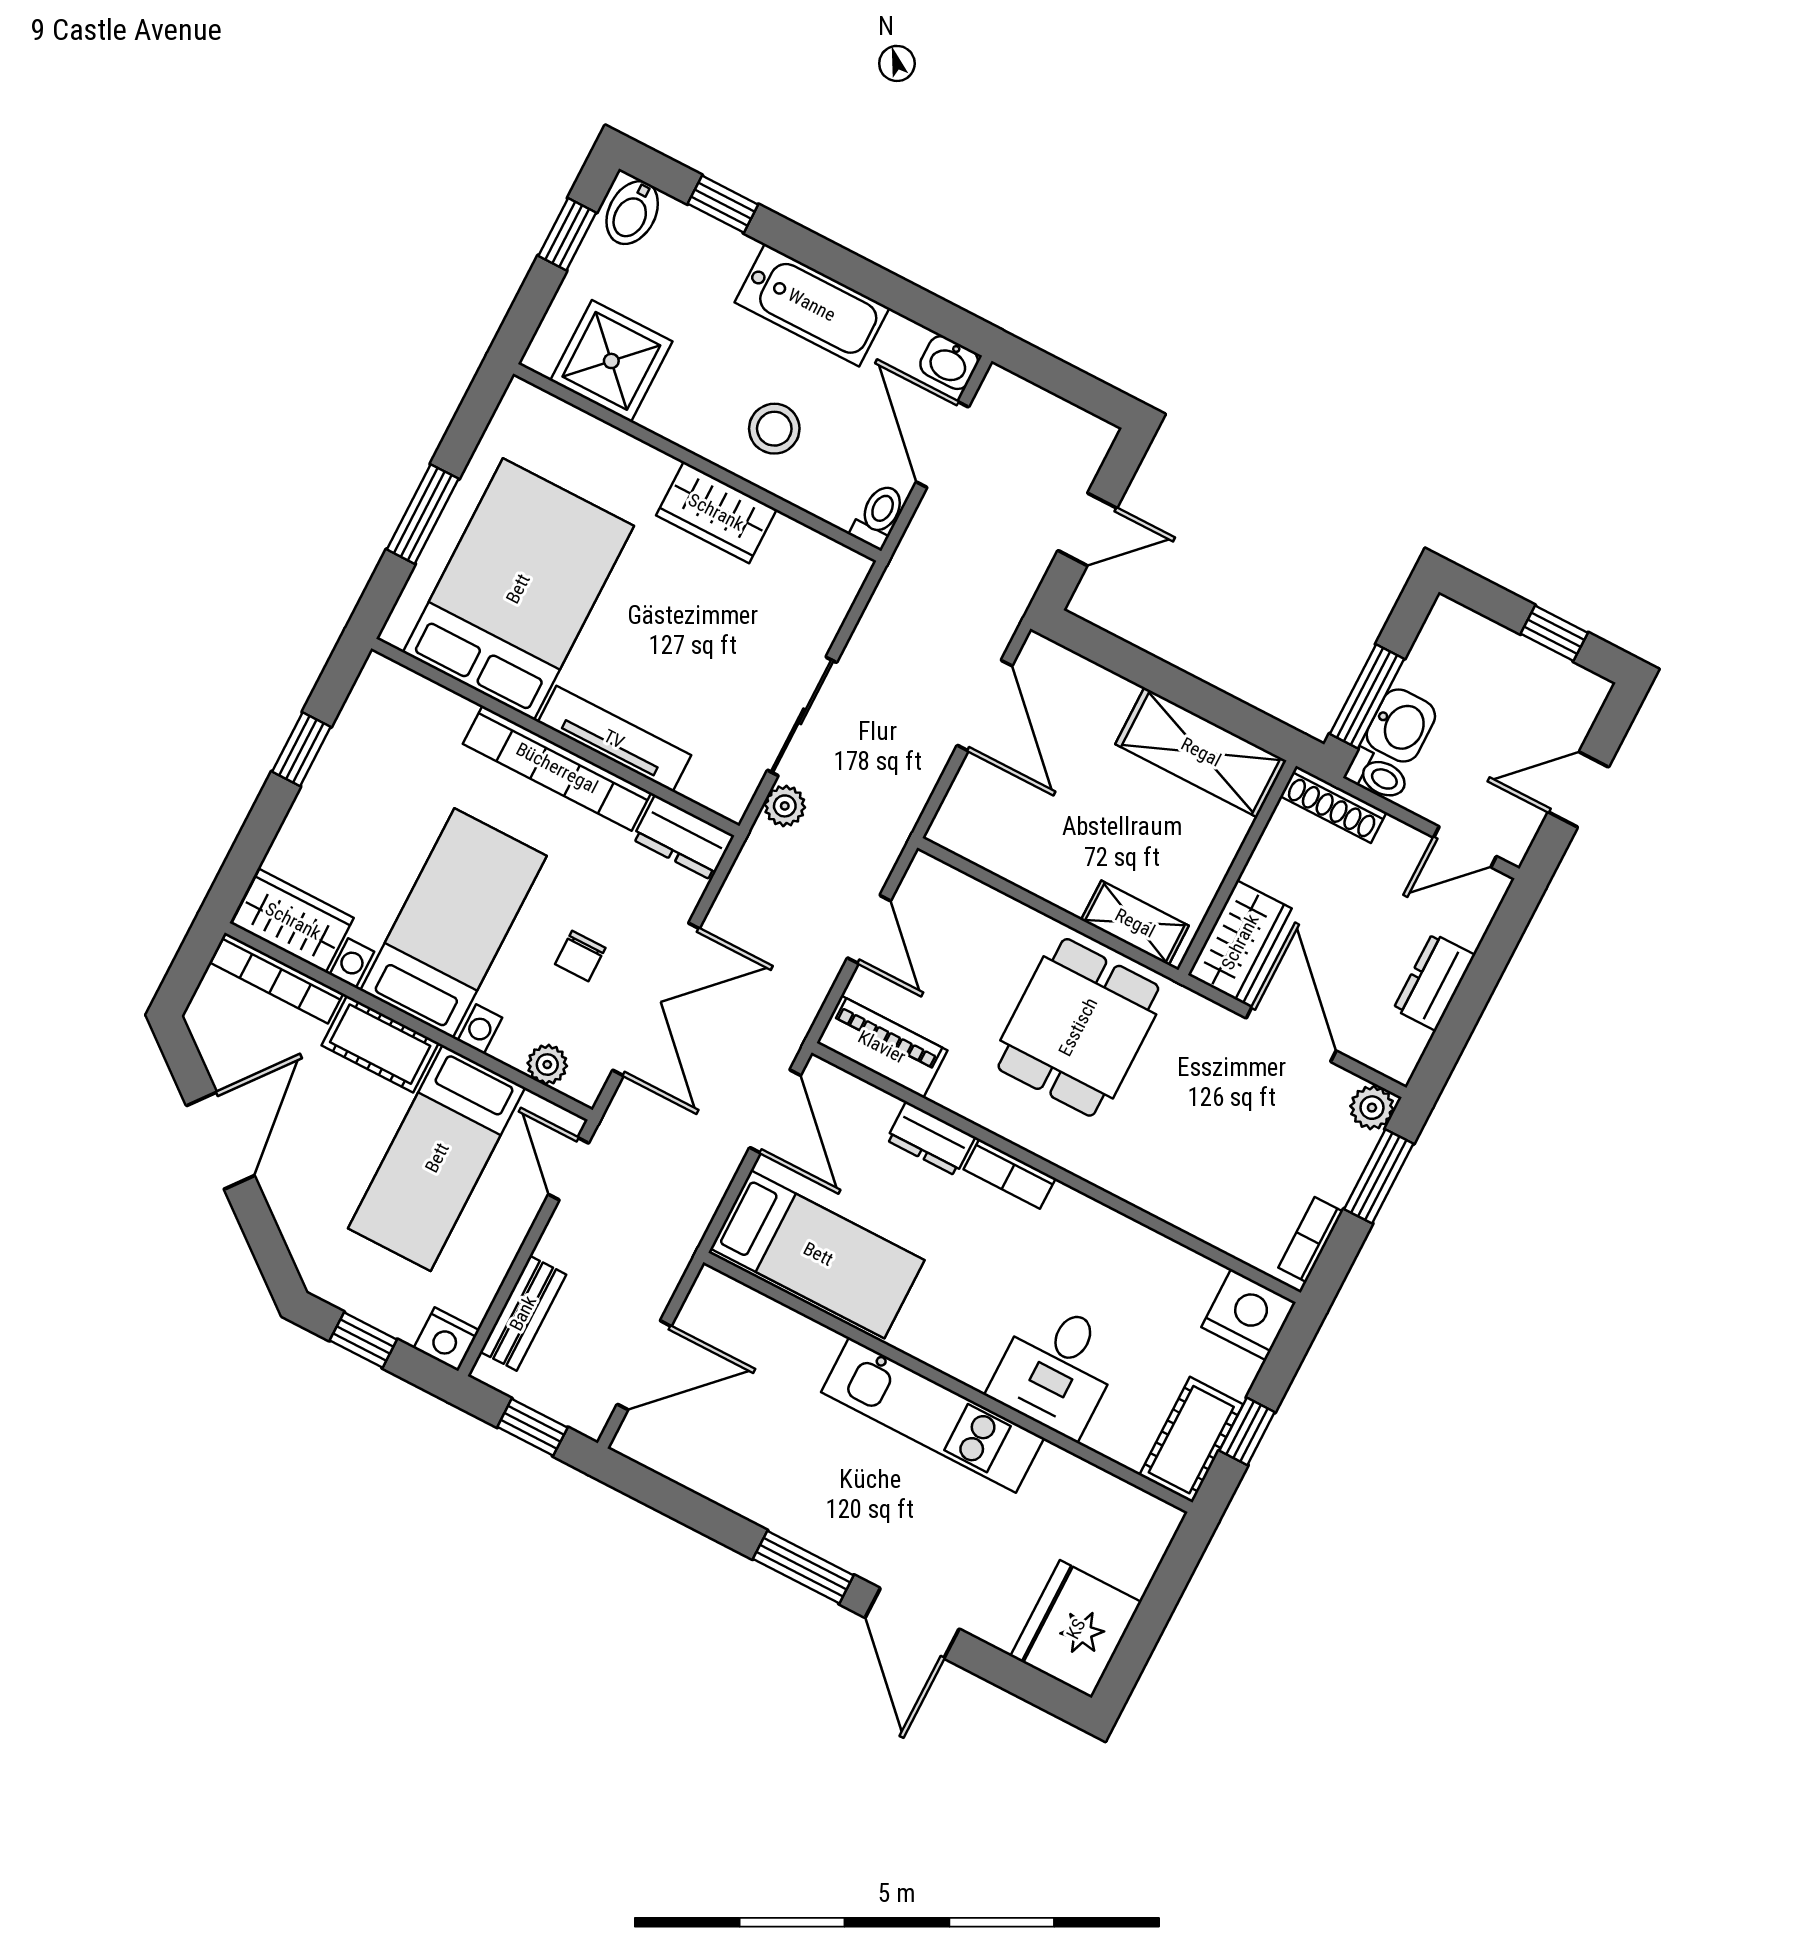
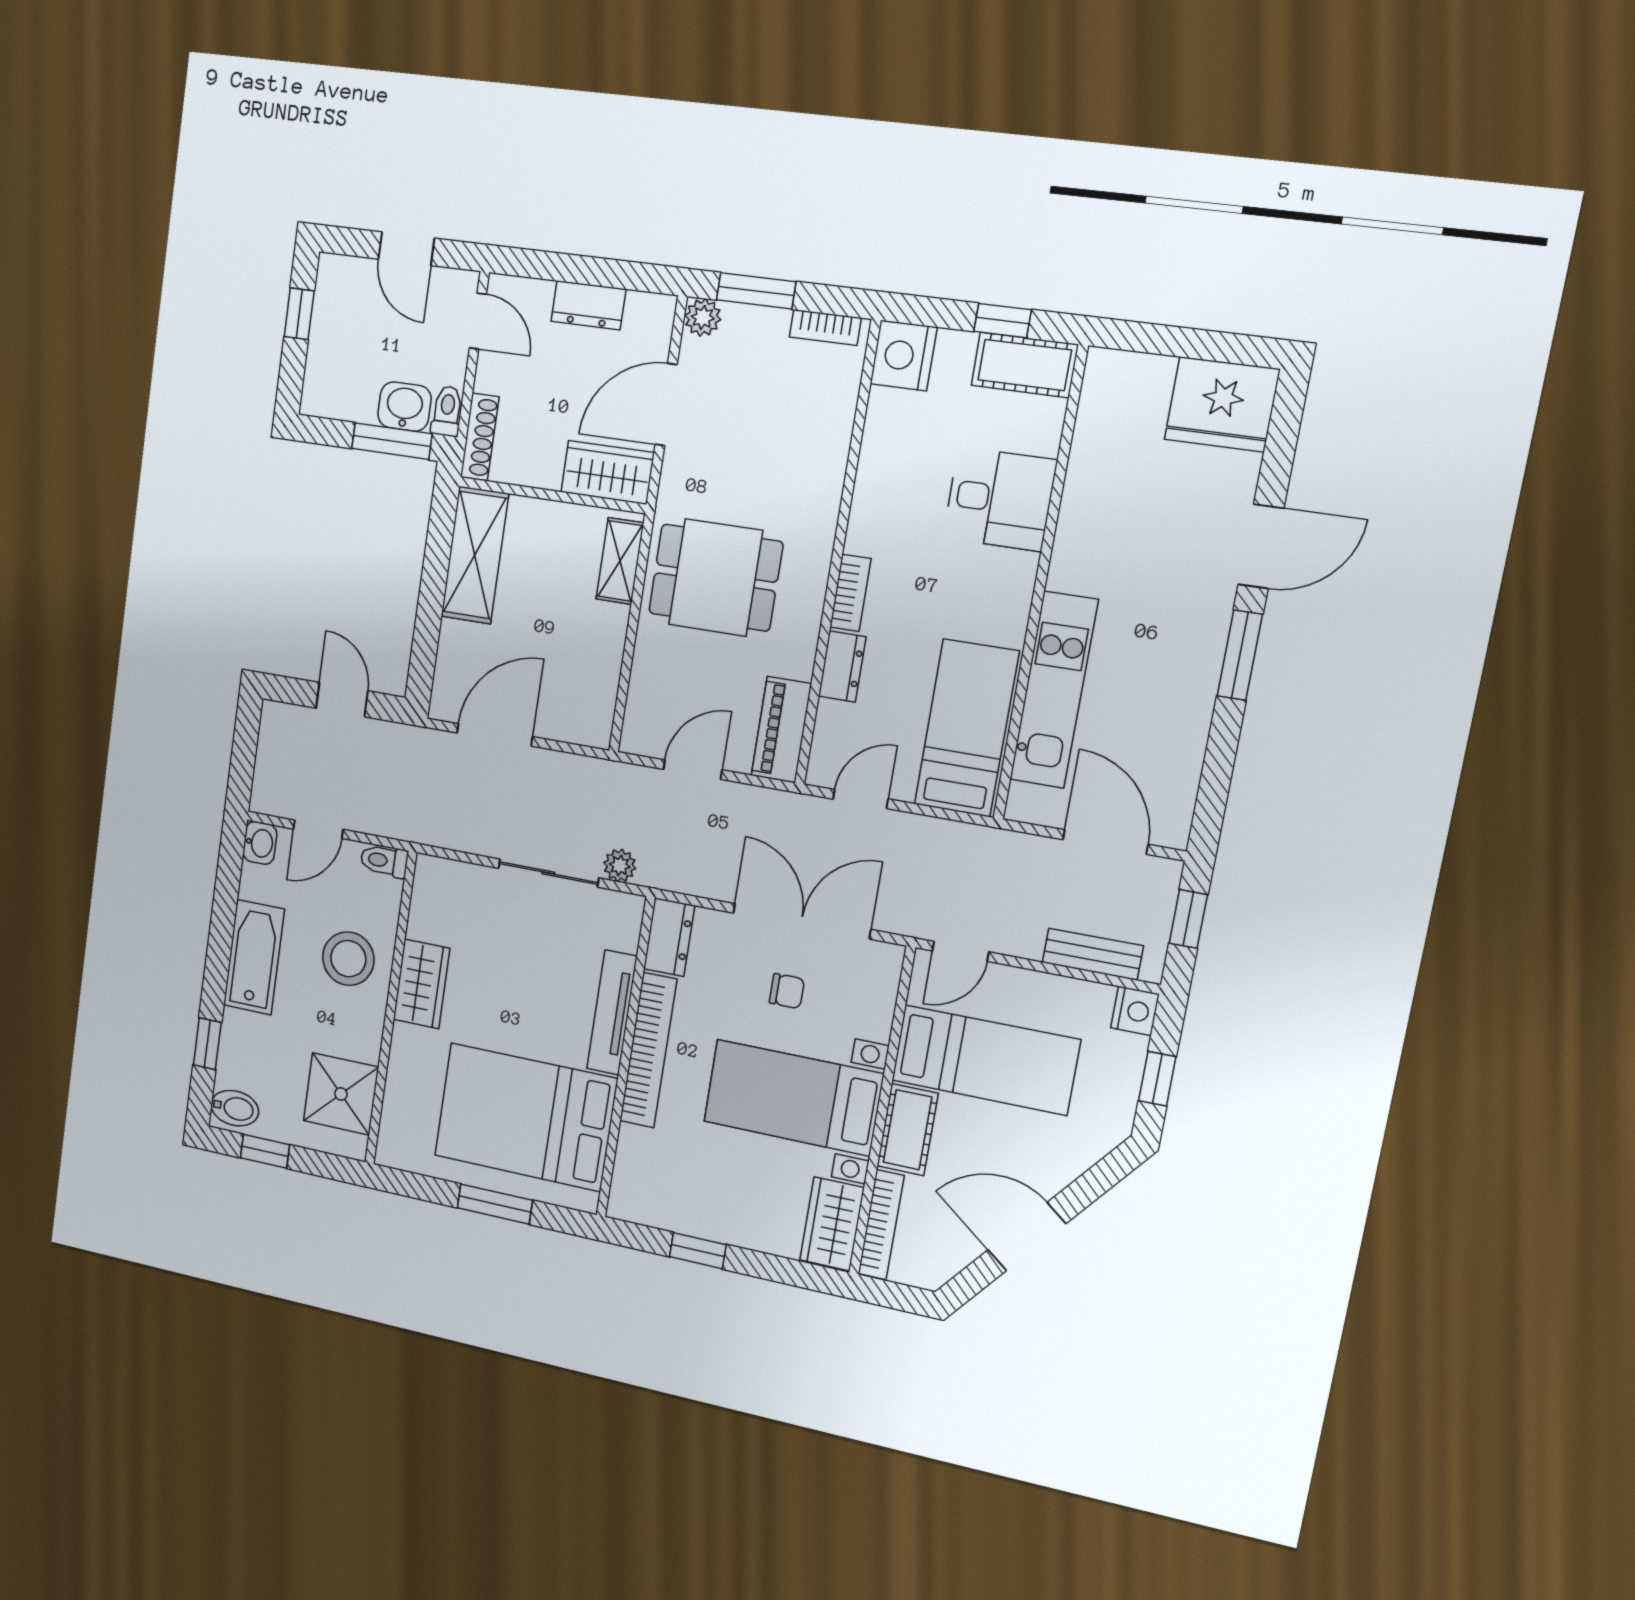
stool: (774, 429) -> (348, 959), width x1.38, depth x1.38
door: (942, 444) -> (318, 829), width x0.73
plant: (547, 1065) -> (881, 993), removed
door: (775, 1111) -> (861, 799), width x0.73
kitchen unit: (933, 1415) -> (1054, 690), moved

